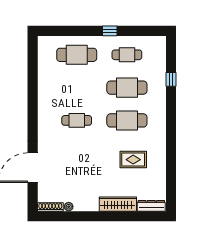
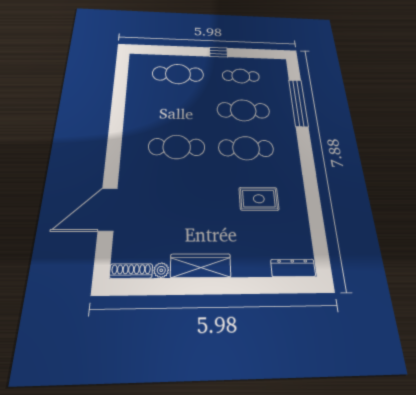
window: (171, 79) -> (298, 103), width x3.17
cafe table: (77, 120) -> (177, 147), width x1.37, depth x1.35
wardrobe: (118, 204) -> (201, 266), moved

